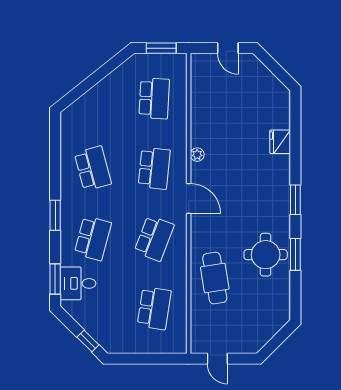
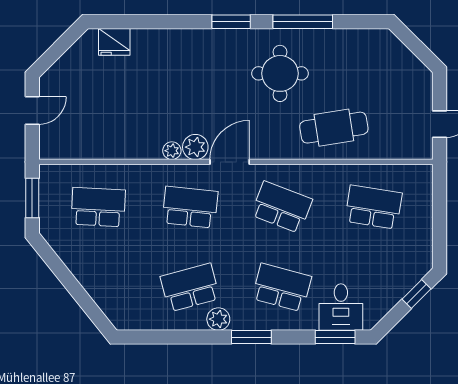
fridge: (280, 142) -> (114, 42), moved
plant: (200, 172) -> (195, 147), added
plant: (69, 190) -> (218, 319), added
window: (295, 254) -> (303, 22), width x1.44
round table: (266, 255) -> (280, 73), moved

